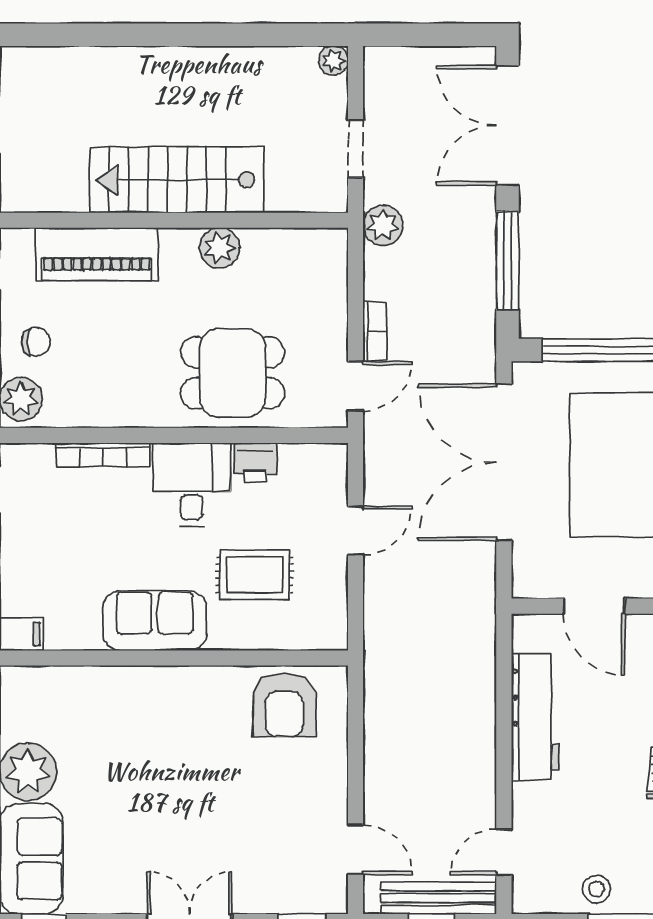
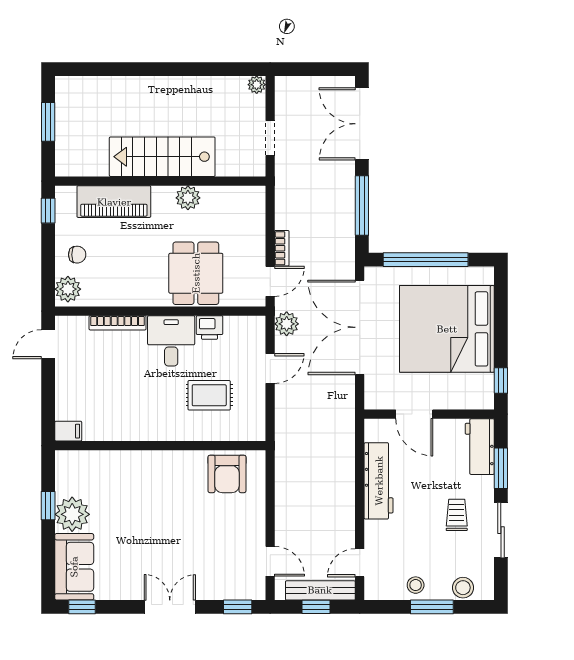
plant: (383, 226) -> (287, 324), moved
dining table: (233, 373) -> (196, 273), turned 90
sofa: (155, 621) -> (149, 423), removed

